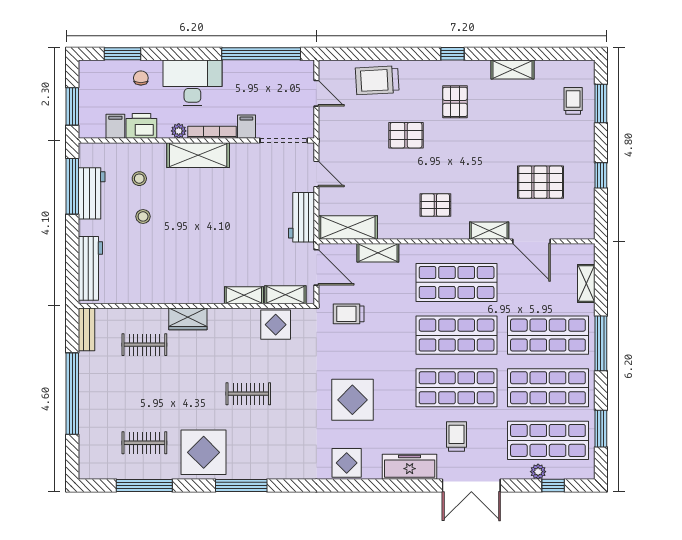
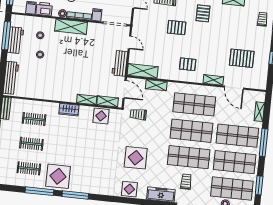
wardrobe: (188, 319) -> (69, 110), moved
clothes rail: (248, 394) -> (31, 144), moved
window: (144, 485) -> (39, 191), moved

